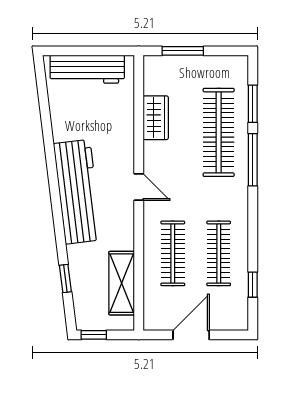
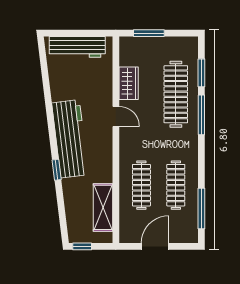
door: (139, 187) -> (116, 116), moved
window: (65, 278) -> (57, 170), moved
window: (253, 285) -> (201, 209), width x2.17

